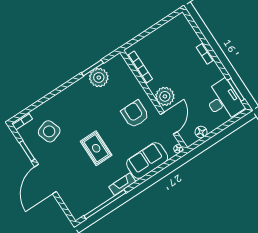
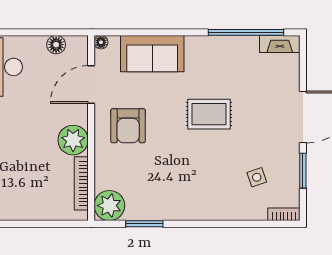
plant: (99, 78) -> (109, 206), moved
plant: (165, 96) -> (73, 140), moved
side table: (49, 131) -> (257, 177), width x0.54, depth x0.54
rug: (96, 148) -> (209, 114), turned 90
fireplace: (122, 184) -> (280, 44), moved

